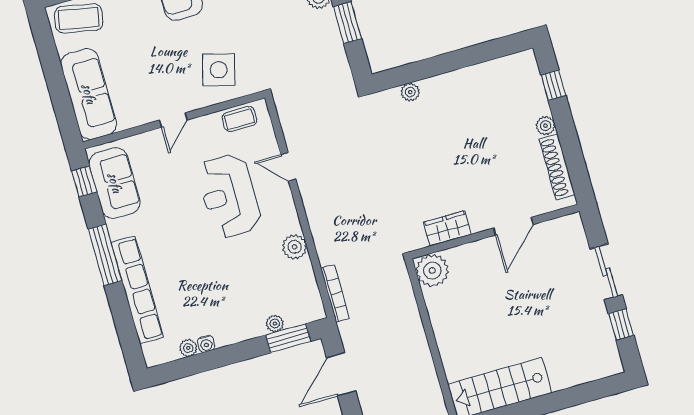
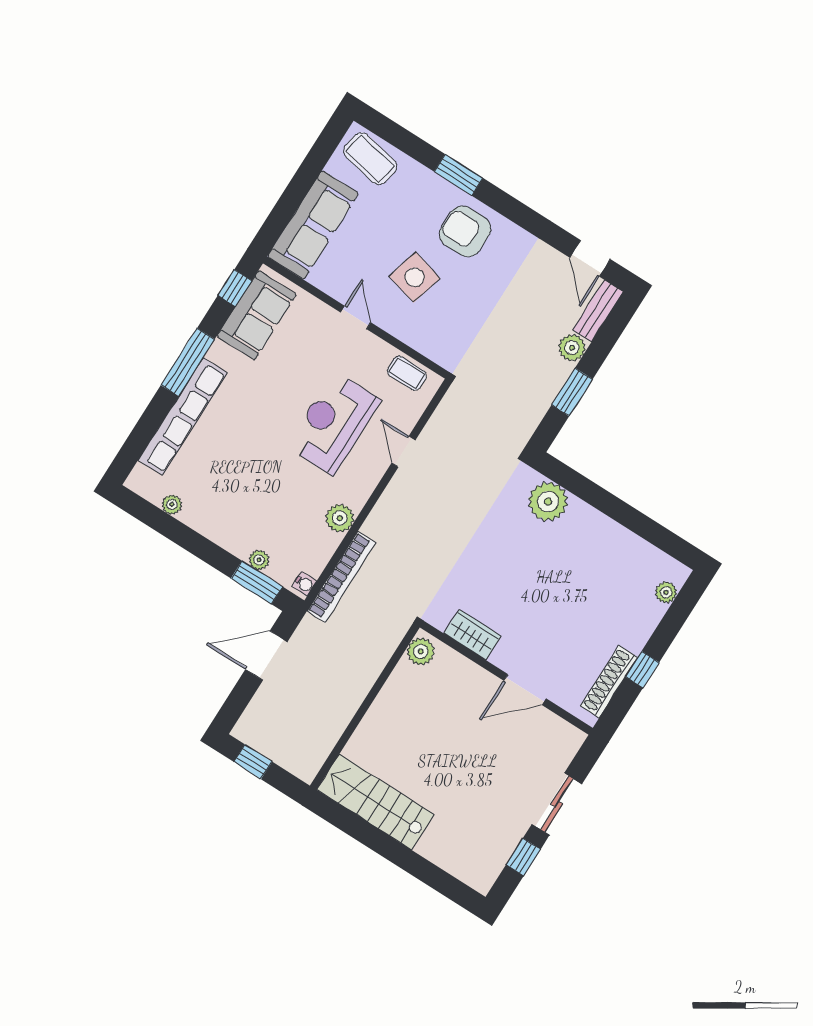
side table: (219, 70) -> (415, 277), moved
window: (553, 85) -> (642, 670), moved
plant: (410, 92) -> (548, 502), width x1.88, depth x1.88
door: (173, 120) -> (356, 317), swing flipped
plant: (546, 126) -> (666, 592), moved
plant: (432, 271) -> (421, 651), width x0.73, depth x0.73
bookcase: (335, 293) -> (341, 577), width x1.48, depth x1.31
water cooler: (206, 344) -> (304, 584), moved, turned -90

